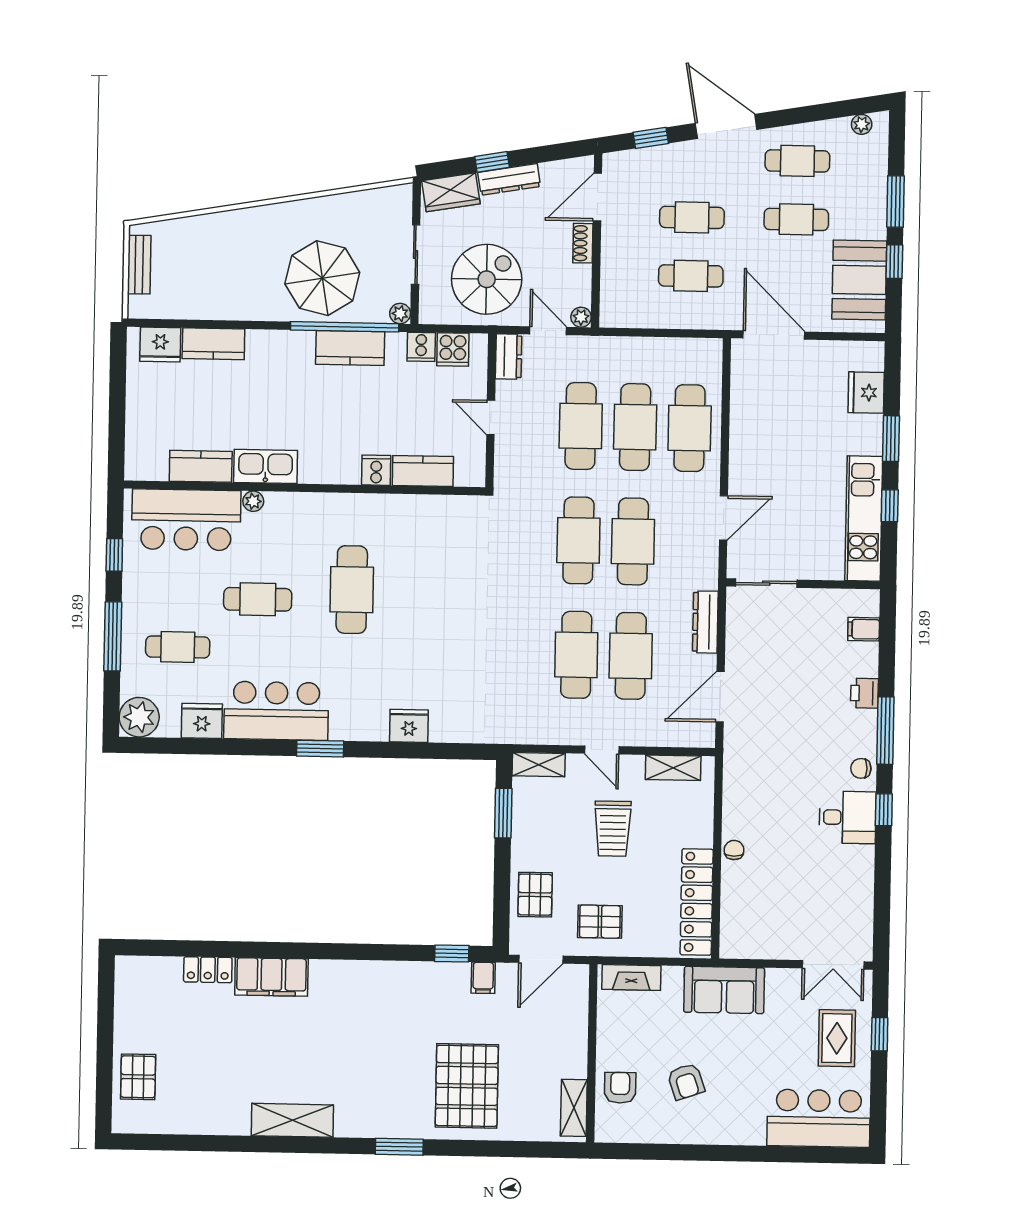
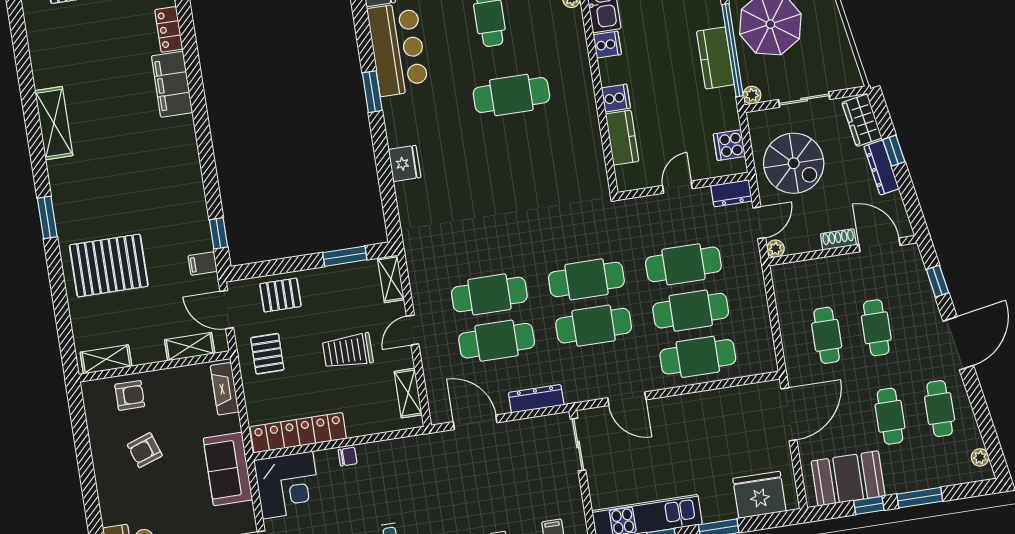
cooker: (421, 347) -> (607, 45), moved, turned 180
fridge: (866, 393) -> (759, 495), width x1.36, depth x1.34
corner desk: (755, 925) -> (288, 485), added
shelving: (576, 1009) -> (190, 347), added

